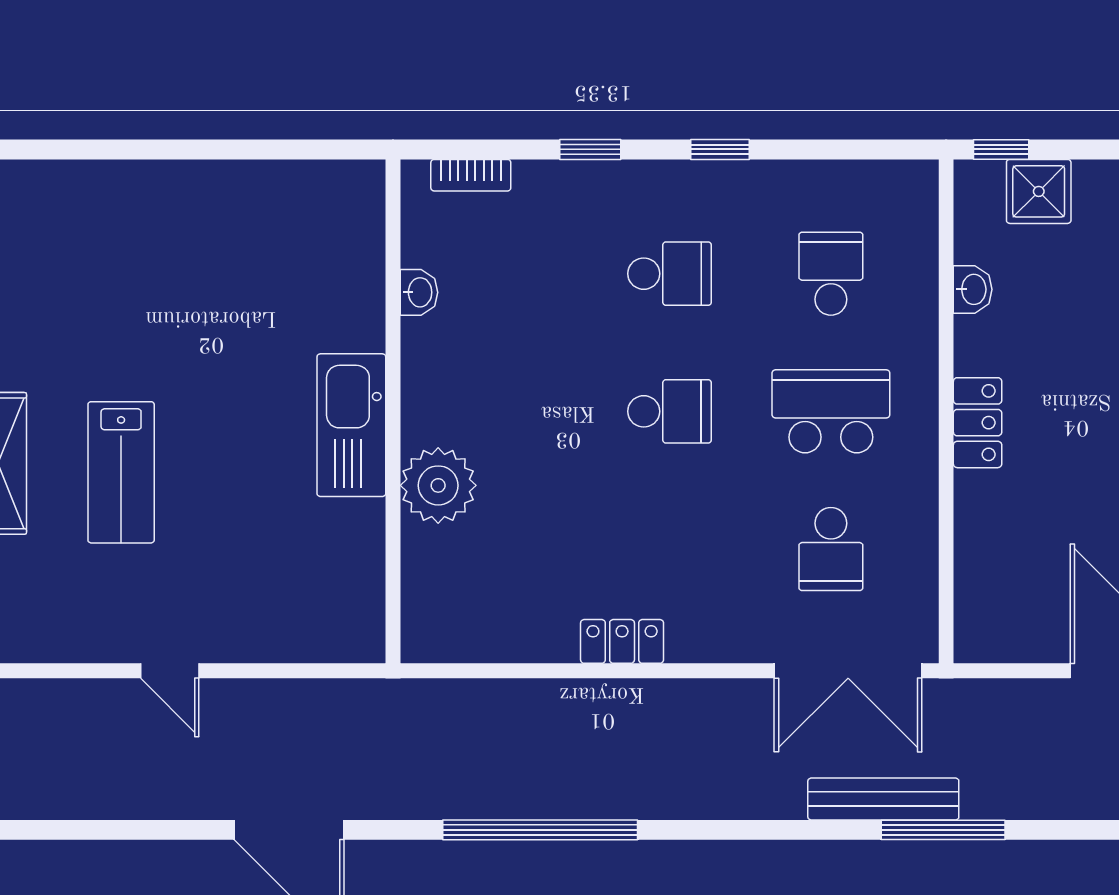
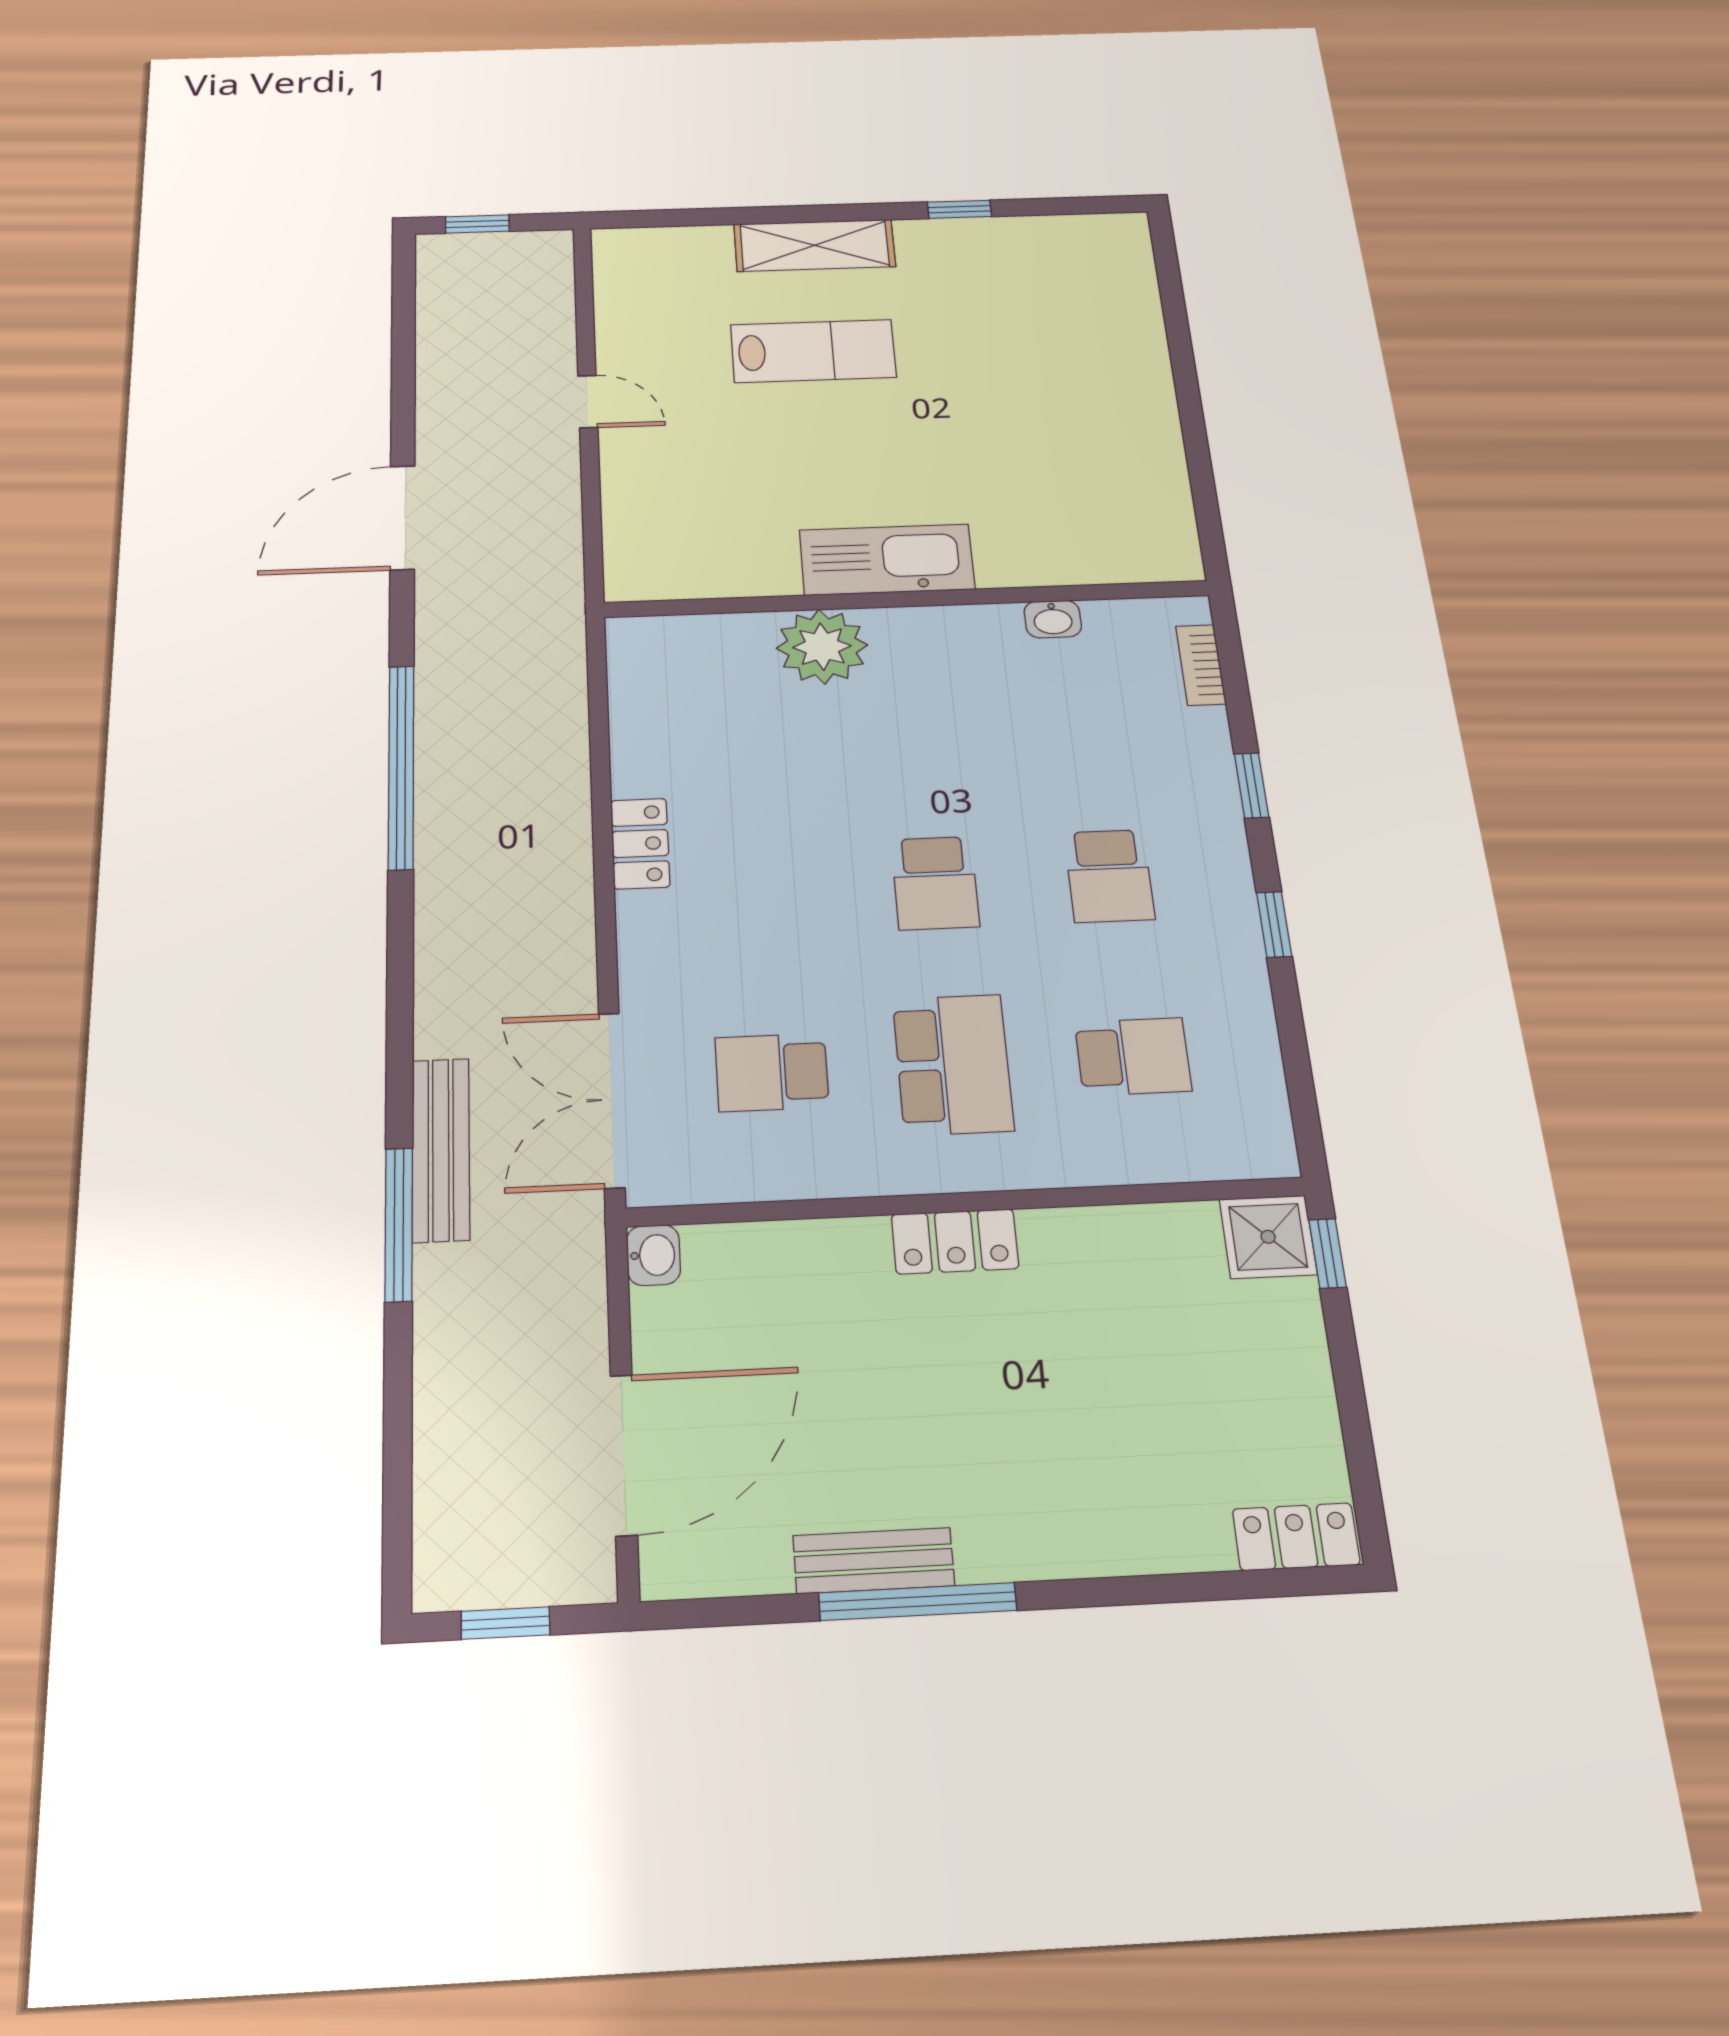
shower: (1039, 191) -> (1268, 1237), moved
washbasin: (973, 289) -> (653, 1255), moved, turned -90
lab bench: (121, 472) -> (813, 351), turned 180
door: (170, 671) -> (588, 402), swing flipped

